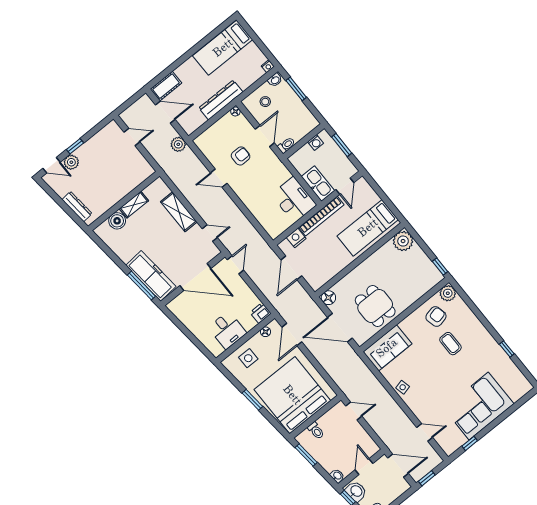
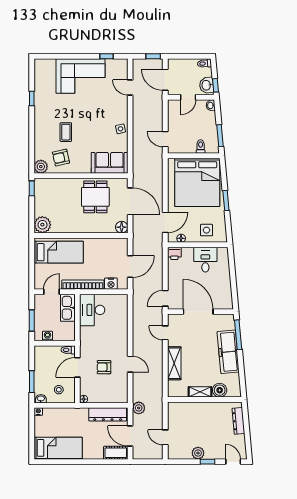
dresser: (221, 100) -> (108, 414), moved
plant: (71, 162) -> (198, 453), moved
freezer: (151, 276) -> (228, 352), moved

